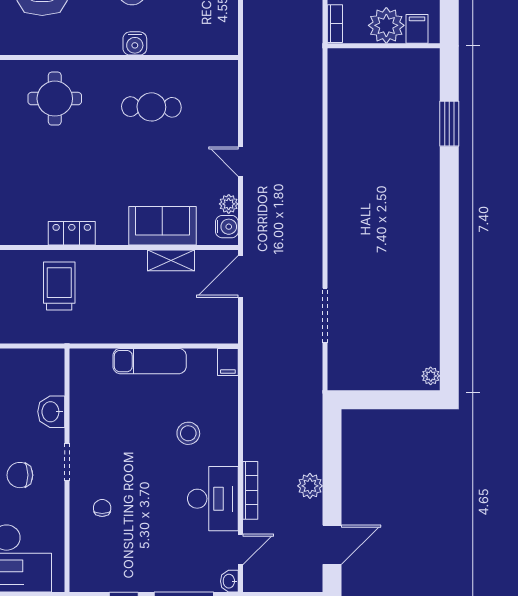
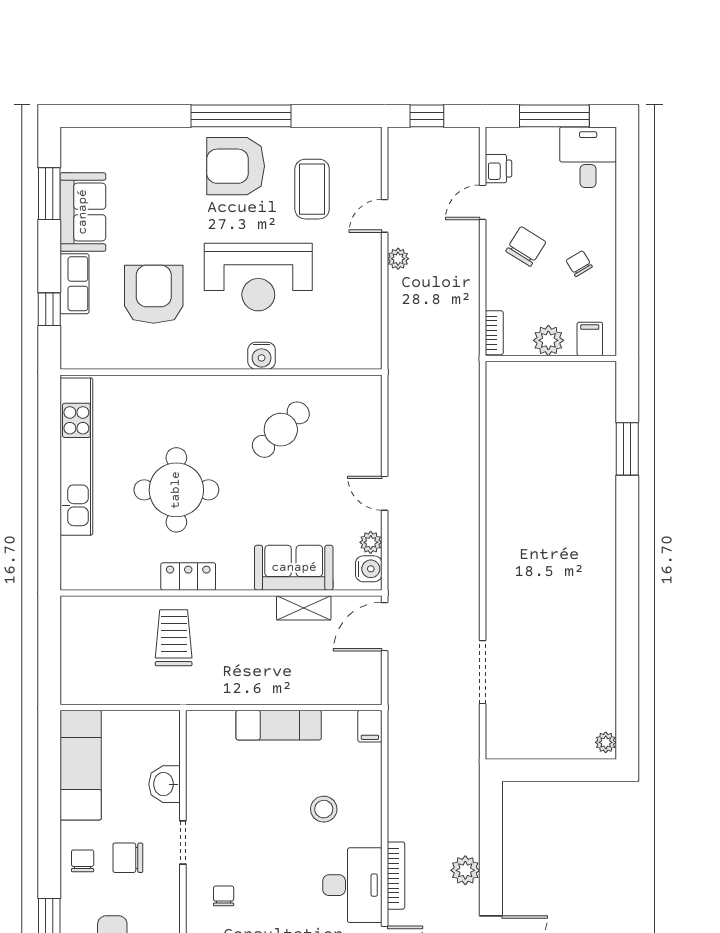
plant: (386, 25) -> (548, 340), width x0.73, depth x0.73
round table: (55, 99) -> (176, 490), moved, width x1.36, depth x1.36
cafe table: (151, 107) -> (281, 430), turned -45

